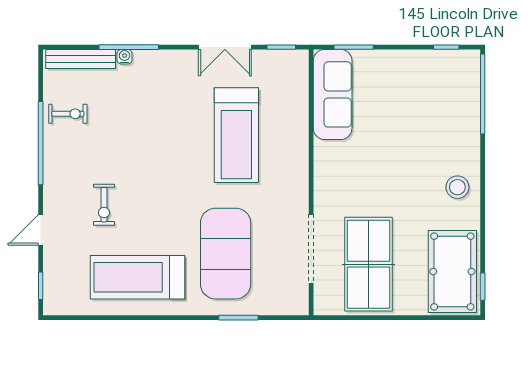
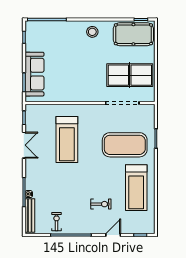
sofa: (333, 94) -> (34, 74), moved, turned 90
treadmill: (236, 135) -> (67, 140), turned 90
door: (41, 230) -> (113, 235), swing flipped

